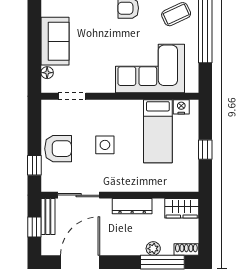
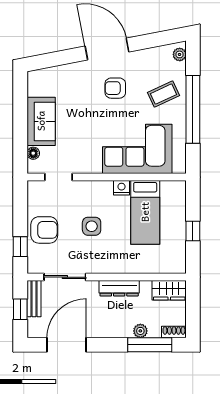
nightstand: (181, 107) -> (122, 188), moved

